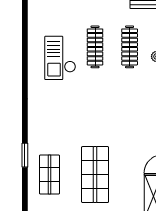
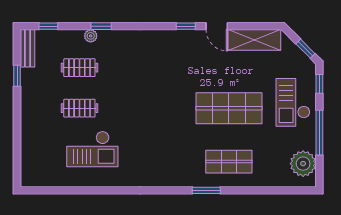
clothes rail: (95, 47) -> (79, 108), width x0.73
clothes rail: (130, 47) -> (79, 68), width x0.73

